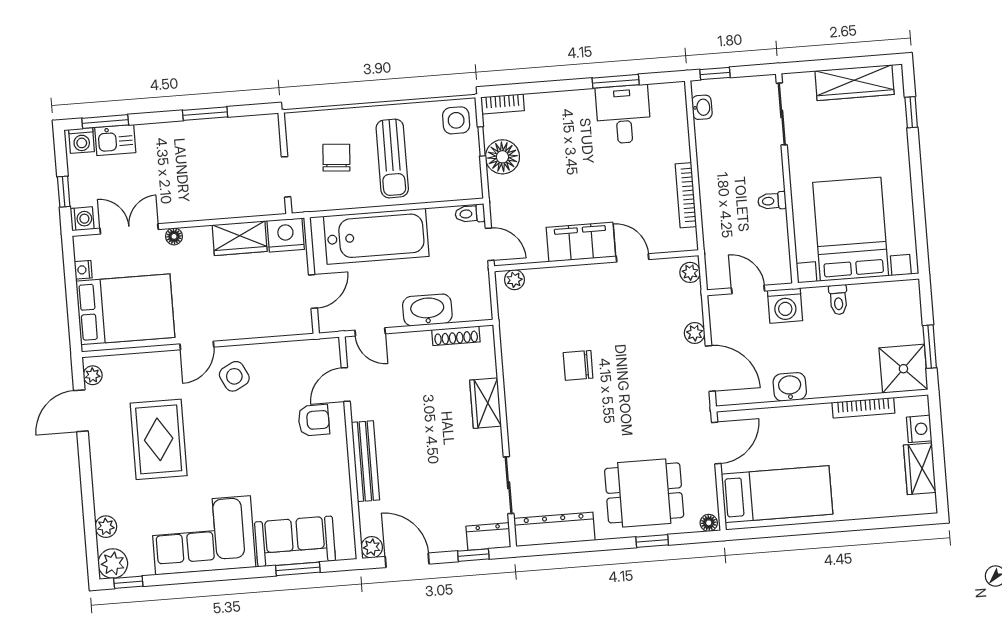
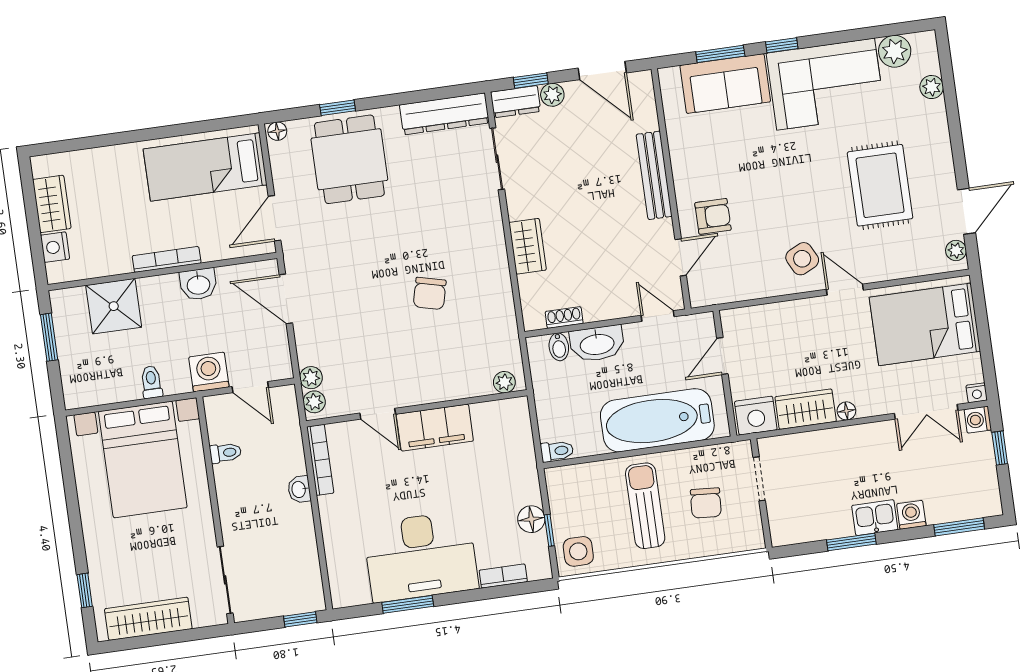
bookcase: (502, 104) -> (503, 576), moved
washbasin: (702, 107) -> (299, 489), moved
desk: (623, 114) -> (421, 556), width x1.87, depth x1.30
kitchen sink: (115, 140) -> (875, 518), moved
washing machine: (82, 141) -> (911, 515), moved
floor lamp: (502, 157) -> (531, 519), width x0.73, depth x0.73
bookcase: (686, 195) -> (320, 460), moved
toilet: (772, 201) -> (225, 453), moved
floor lamp: (174, 236) -> (846, 411), moved
door: (490, 244) -> (534, 419), removed
nightstand: (83, 270) -> (977, 393), moved, turned 90
bidet: (462, 309) -> (559, 347), added
plant: (695, 333) -> (311, 378), moved
shoe rack: (456, 336) -> (564, 317), width x0.70
door: (197, 346) -> (845, 290), hinge flipped
chair: (578, 365) -> (430, 293), turned 104
shower: (903, 369) -> (114, 306), moved
bookcase: (863, 408) -> (167, 259), moved
armchair: (314, 420) -> (713, 216), turned 180
dining table: (644, 493) -> (349, 159), turned 90
plant: (372, 547) -> (552, 95), moved
plant: (113, 564) -> (895, 51), moved
window: (128, 582) -> (782, 45), moved

